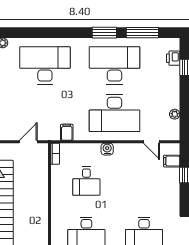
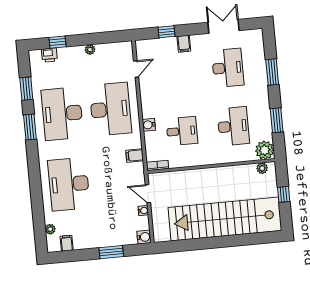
window: (142, 33) -> (26, 89), width x0.69
plant: (175, 114) -> (90, 50), moved
water cooler: (12, 136) -> (143, 211), added
water cooler: (107, 149) -> (149, 125), moved
filing cabinet: (172, 161) -> (184, 44), moved

